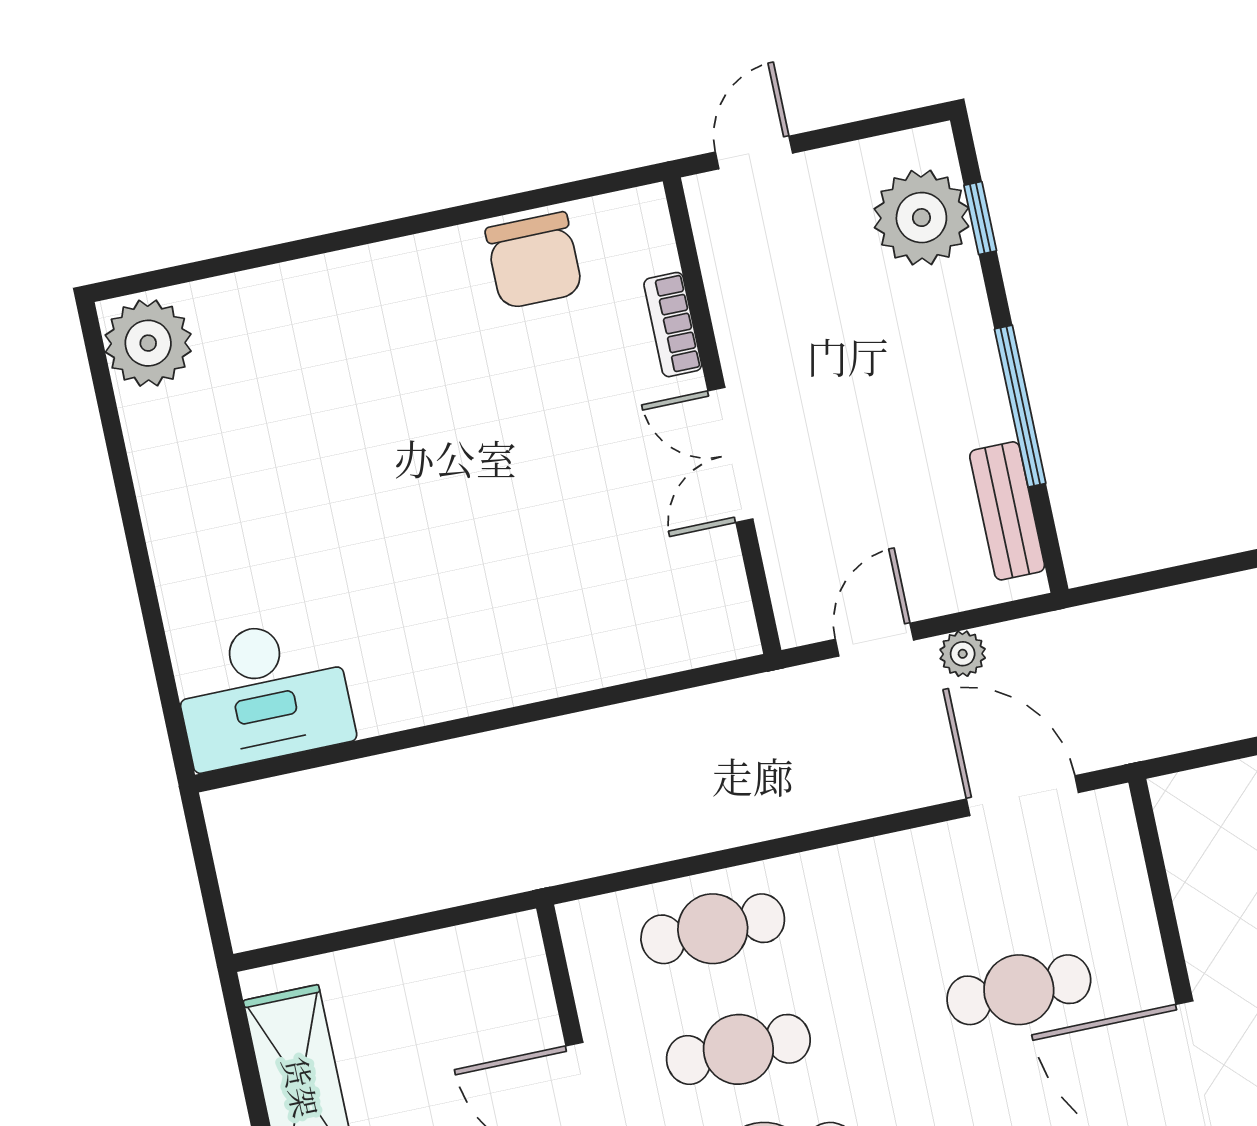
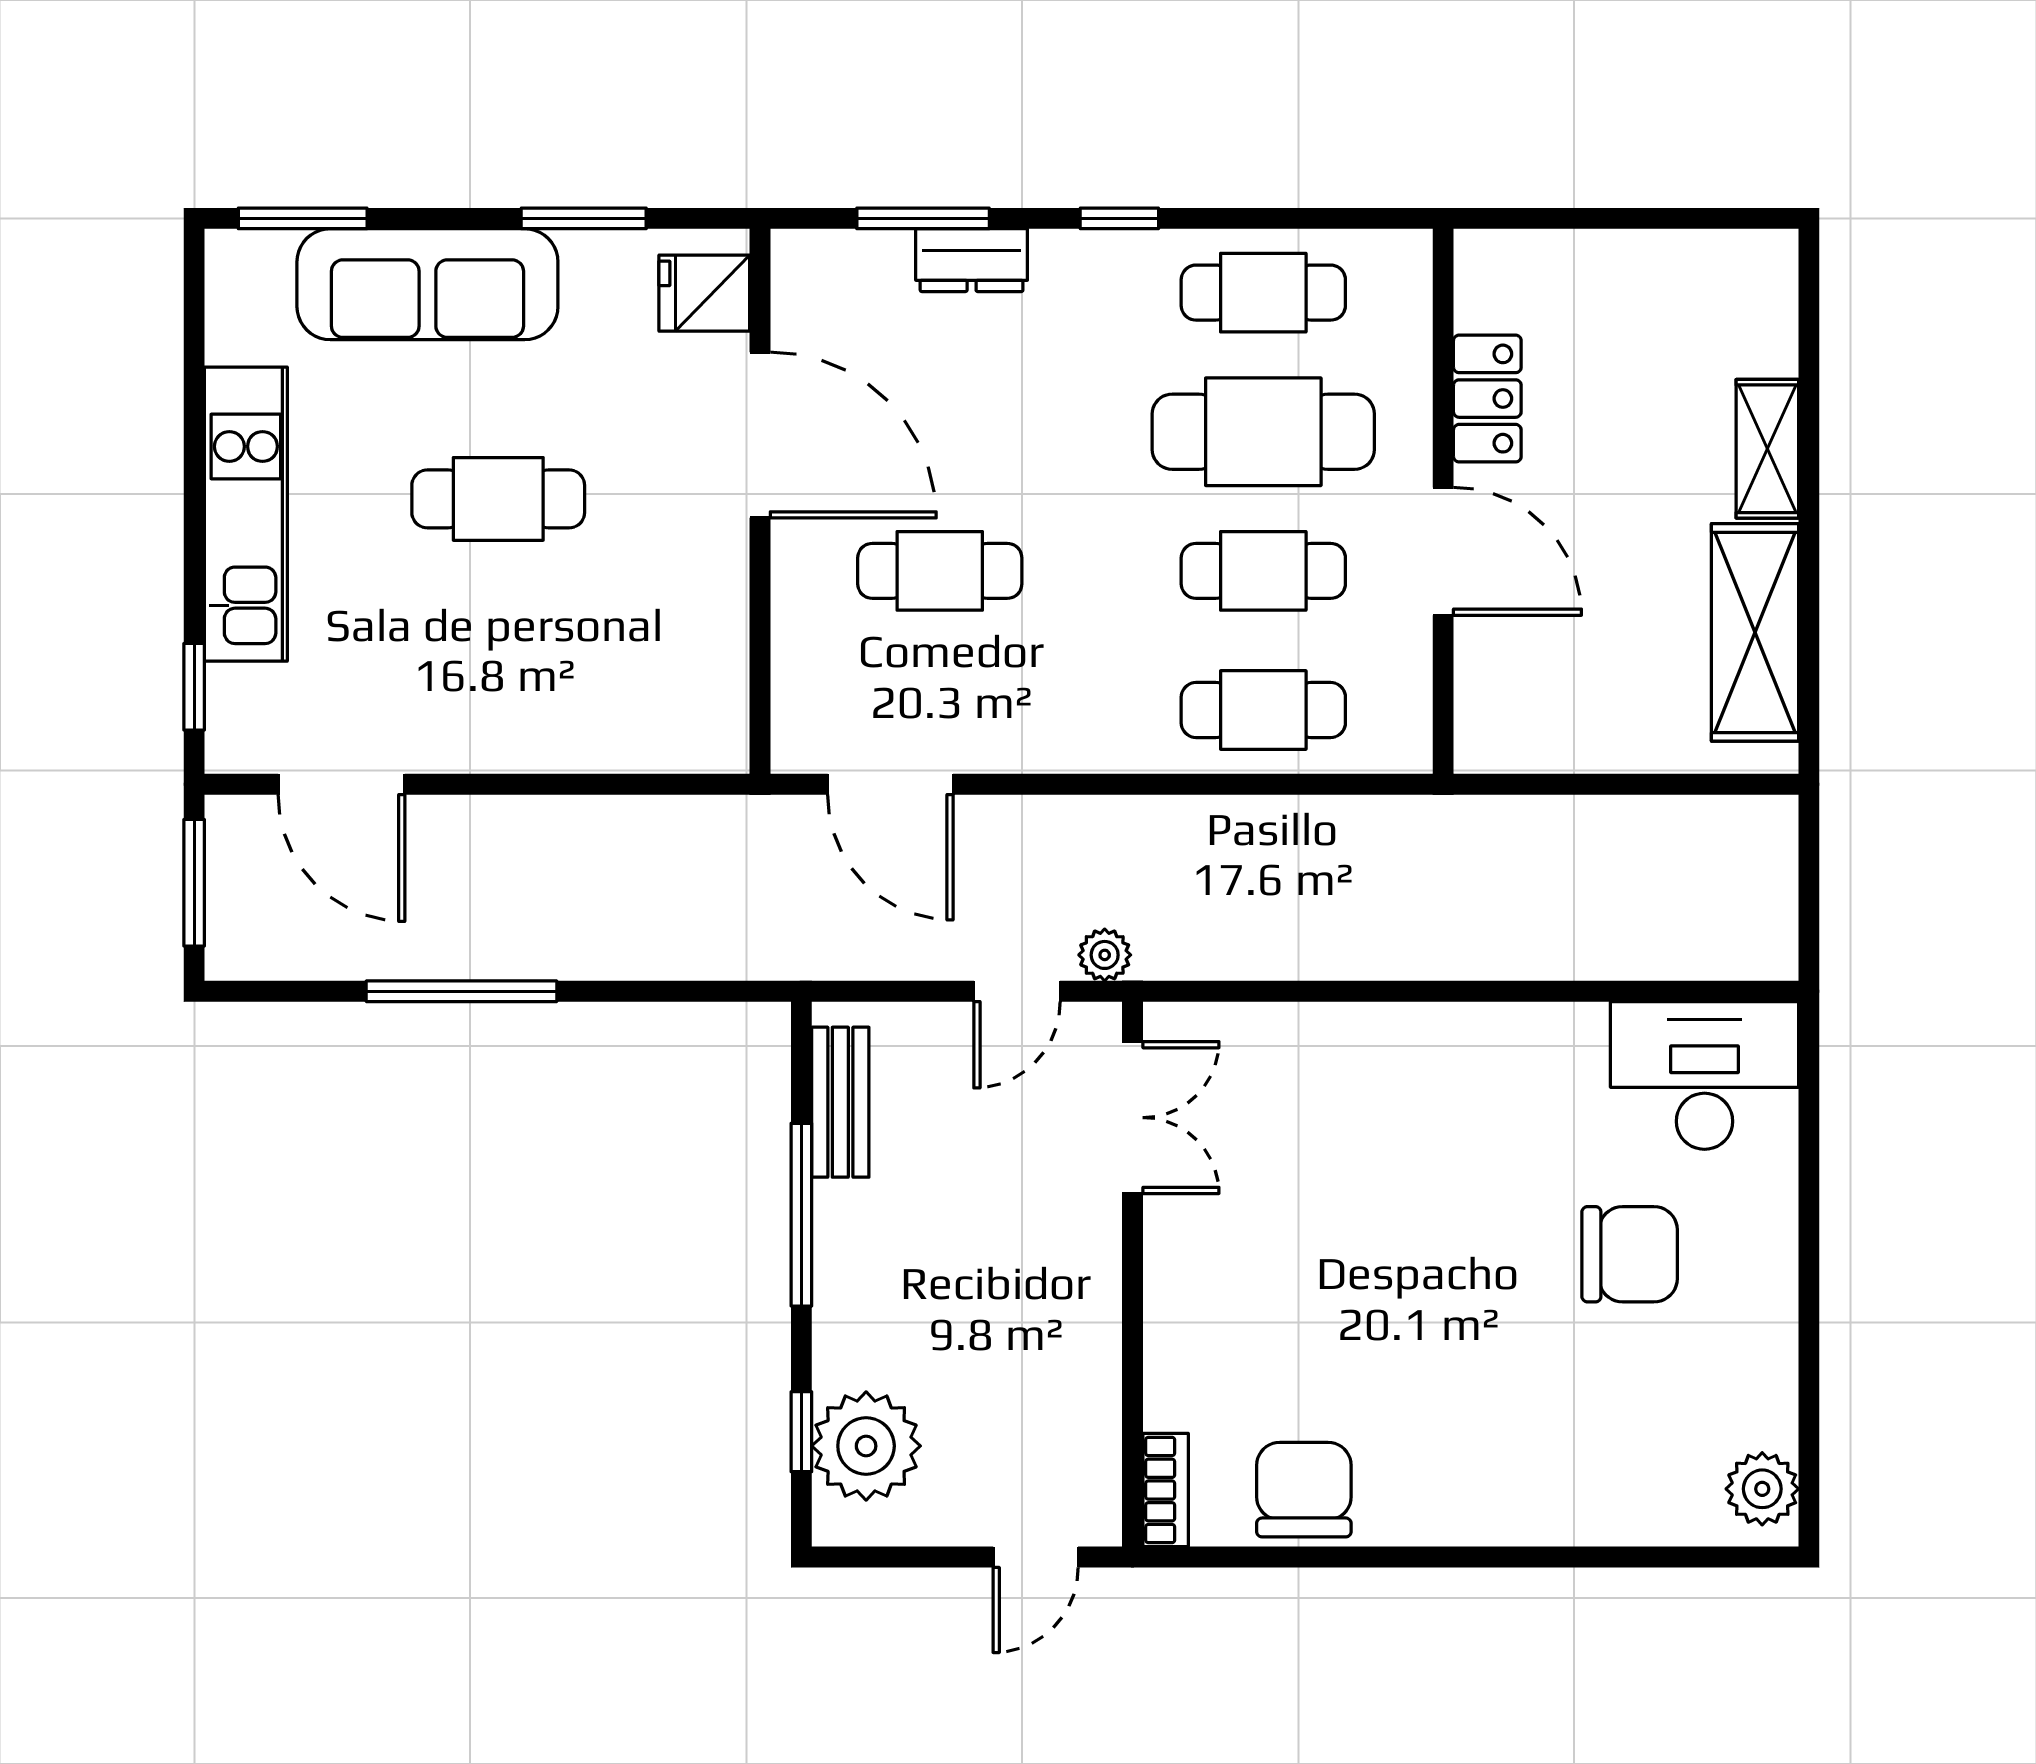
bookcase: (673, 325) -> (1166, 1490), moved
plant: (148, 343) -> (1762, 1489), width x0.73, depth x0.73
double door: (730, 455) -> (1133, 1118), moved
chair: (295, 524) -> (1630, 1254), added
plant: (963, 654) -> (1105, 955), moved

